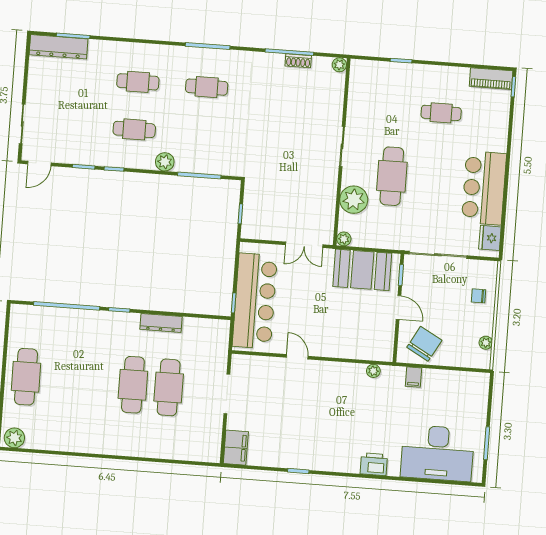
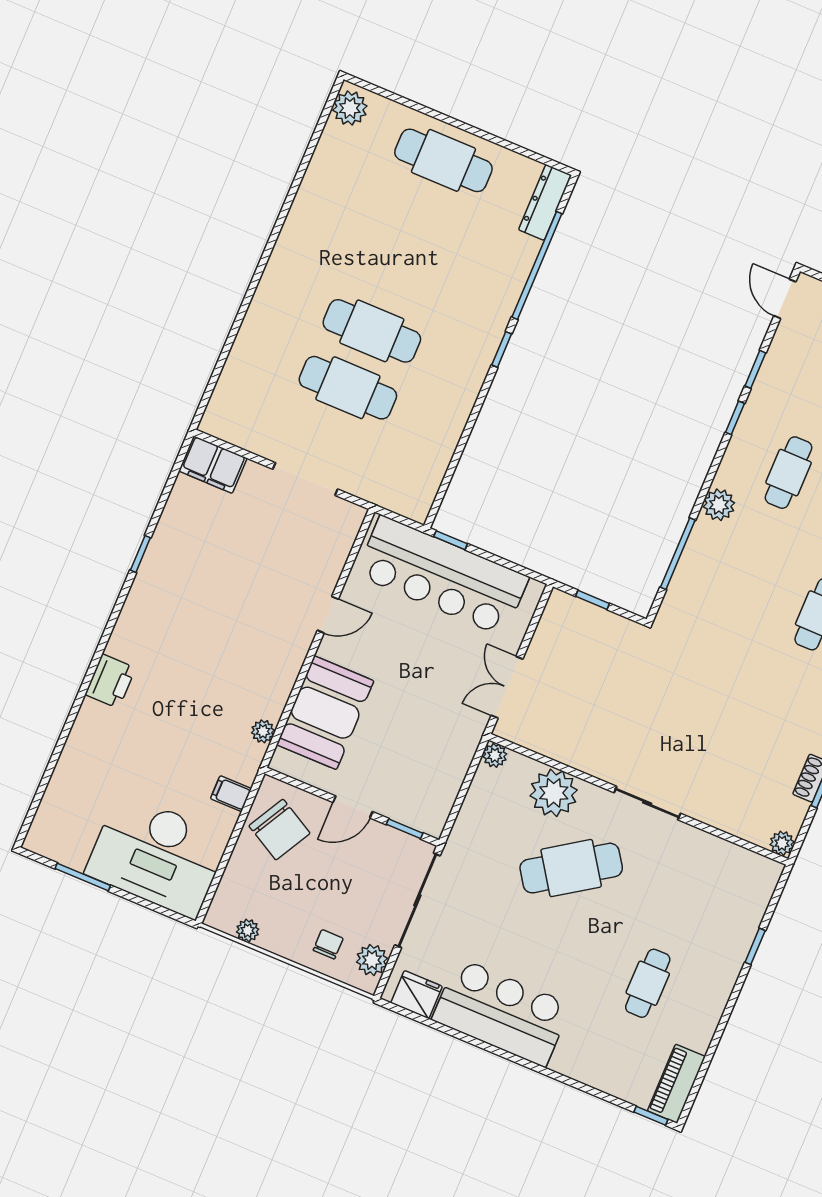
cafe table: (392, 176) -> (571, 868), turned -34
plant: (479, 269) -> (372, 960), added
booth: (362, 270) -> (325, 713), moved
dresser: (161, 323) -> (545, 202), moved
desk: (437, 453) -> (157, 855), moved, turned -90

